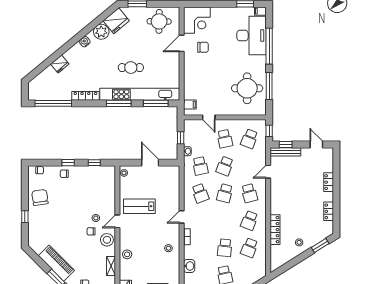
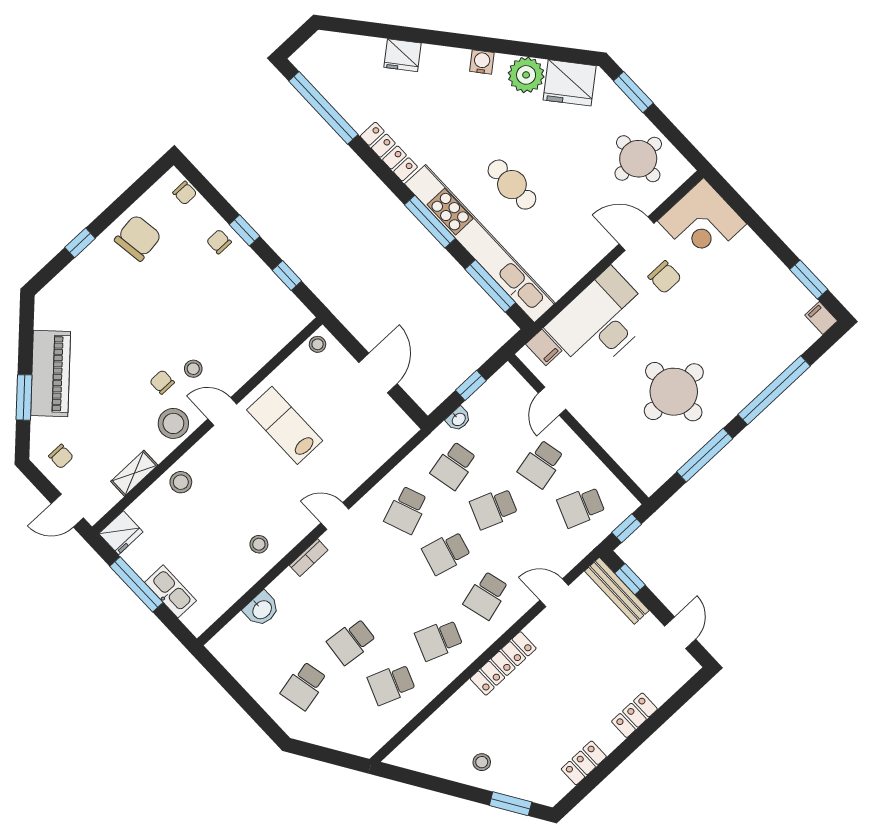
desk: (251, 35) -> (601, 321), moved, turned 180
round table: (247, 88) -> (674, 392), moved
locker: (275, 230) -> (503, 663), moved

